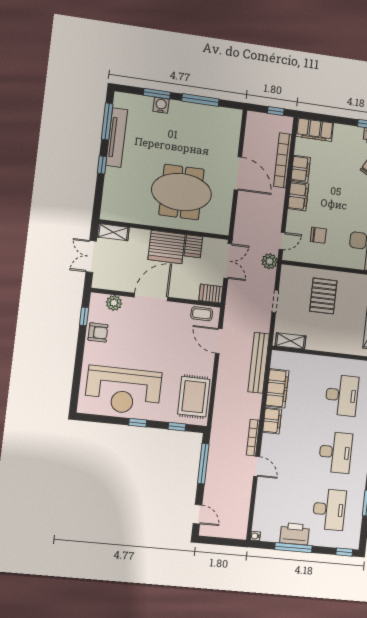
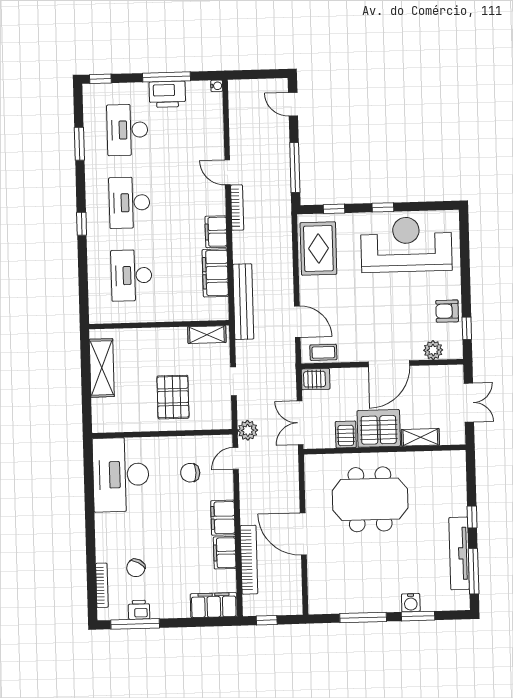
shelving: (113, 232) -> (420, 437), moved

